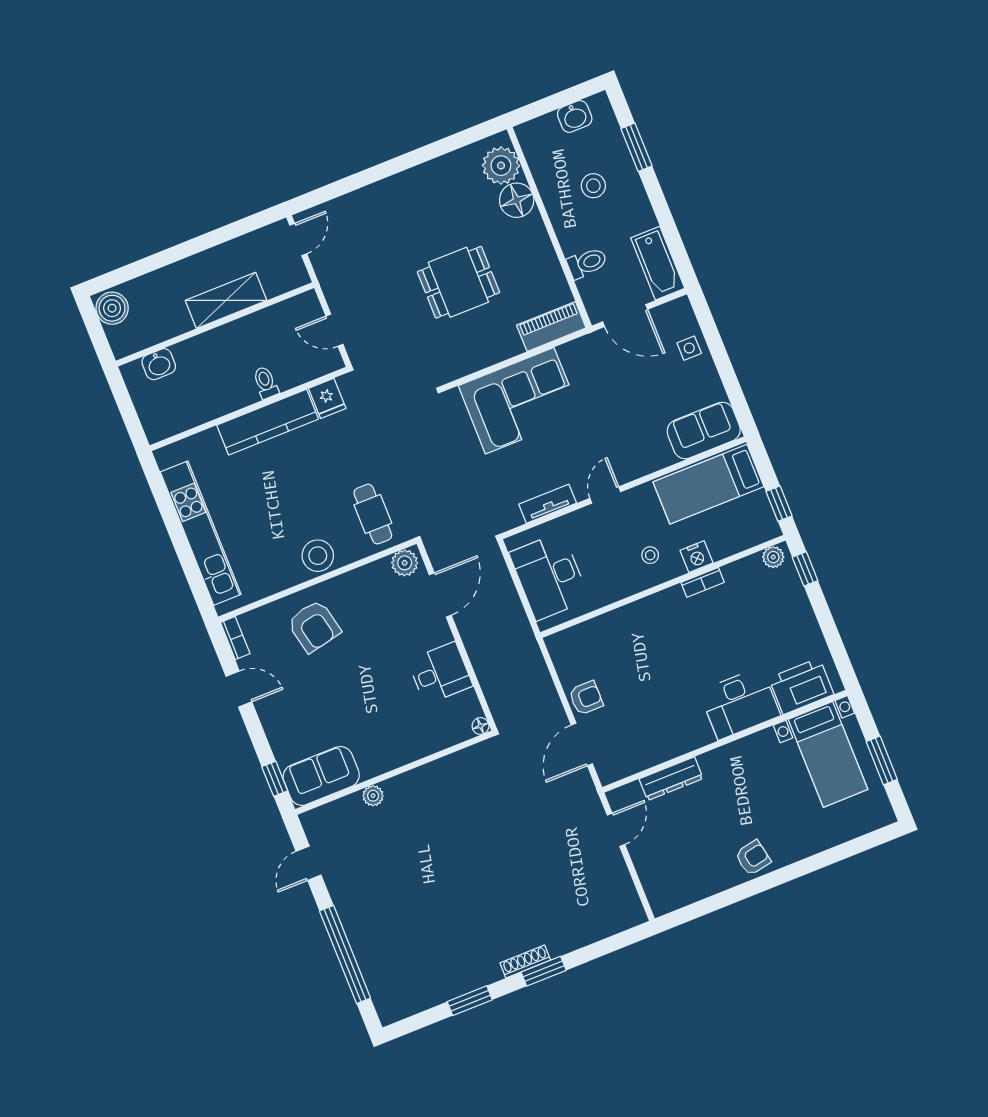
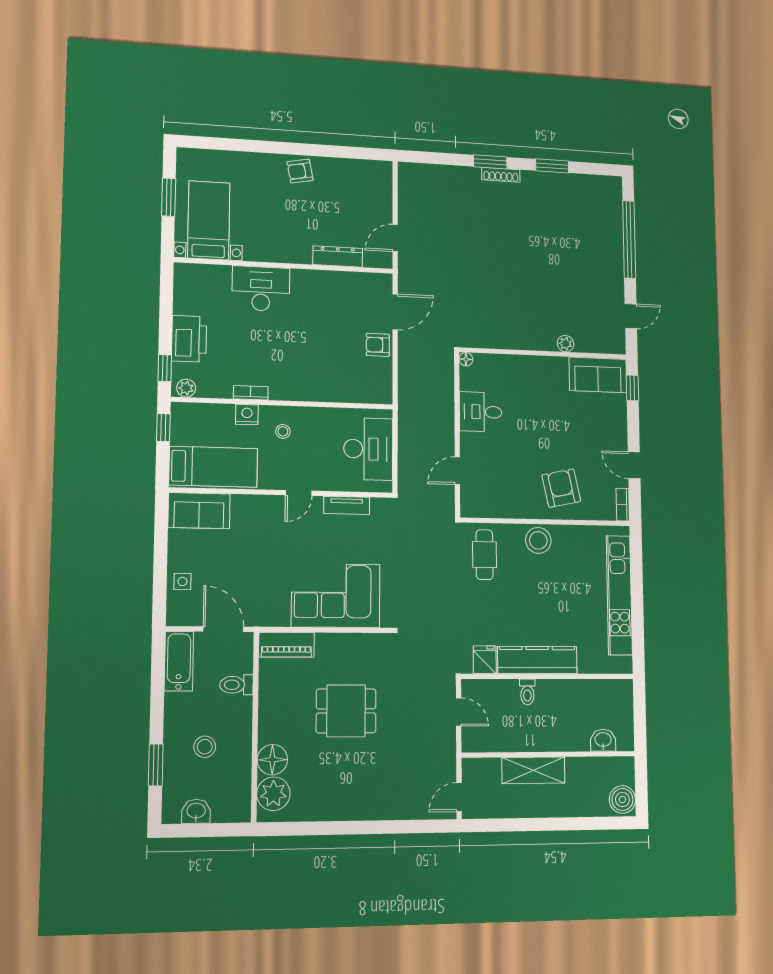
plant: (405, 563) -> (475, 507), removed
door: (440, 595) -> (457, 471), width x0.73
printer: (801, 686) -> (189, 339), moved, turned -90

